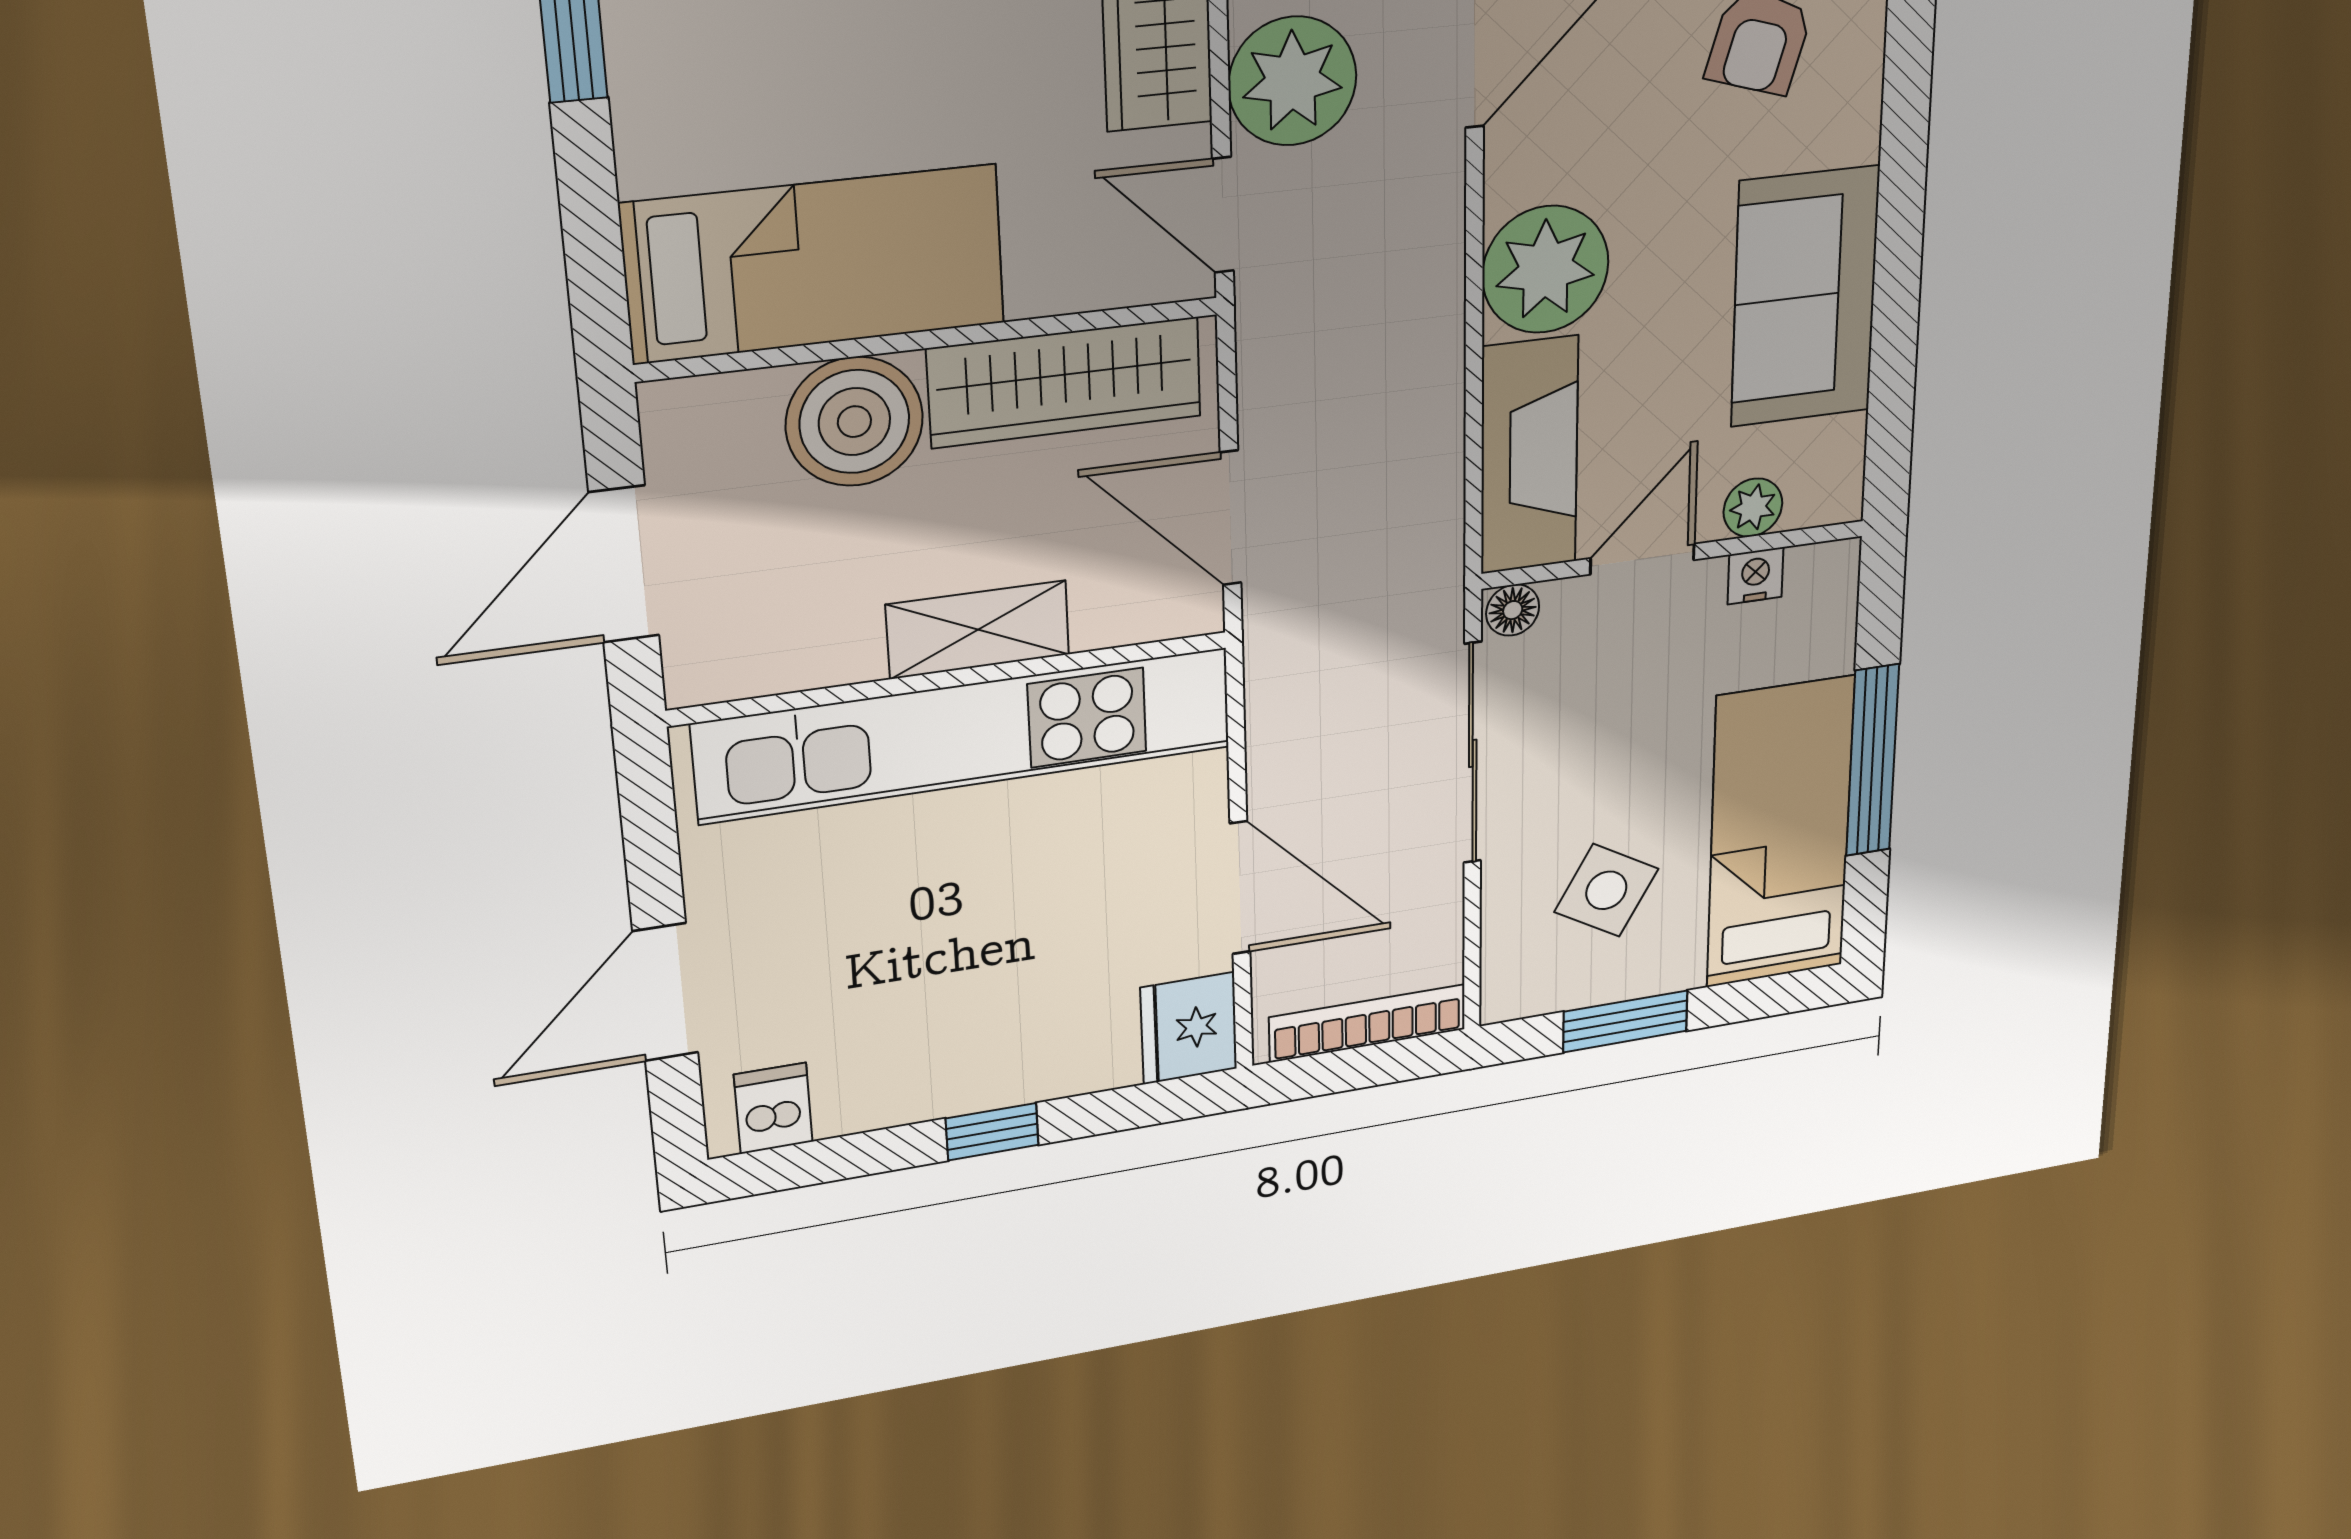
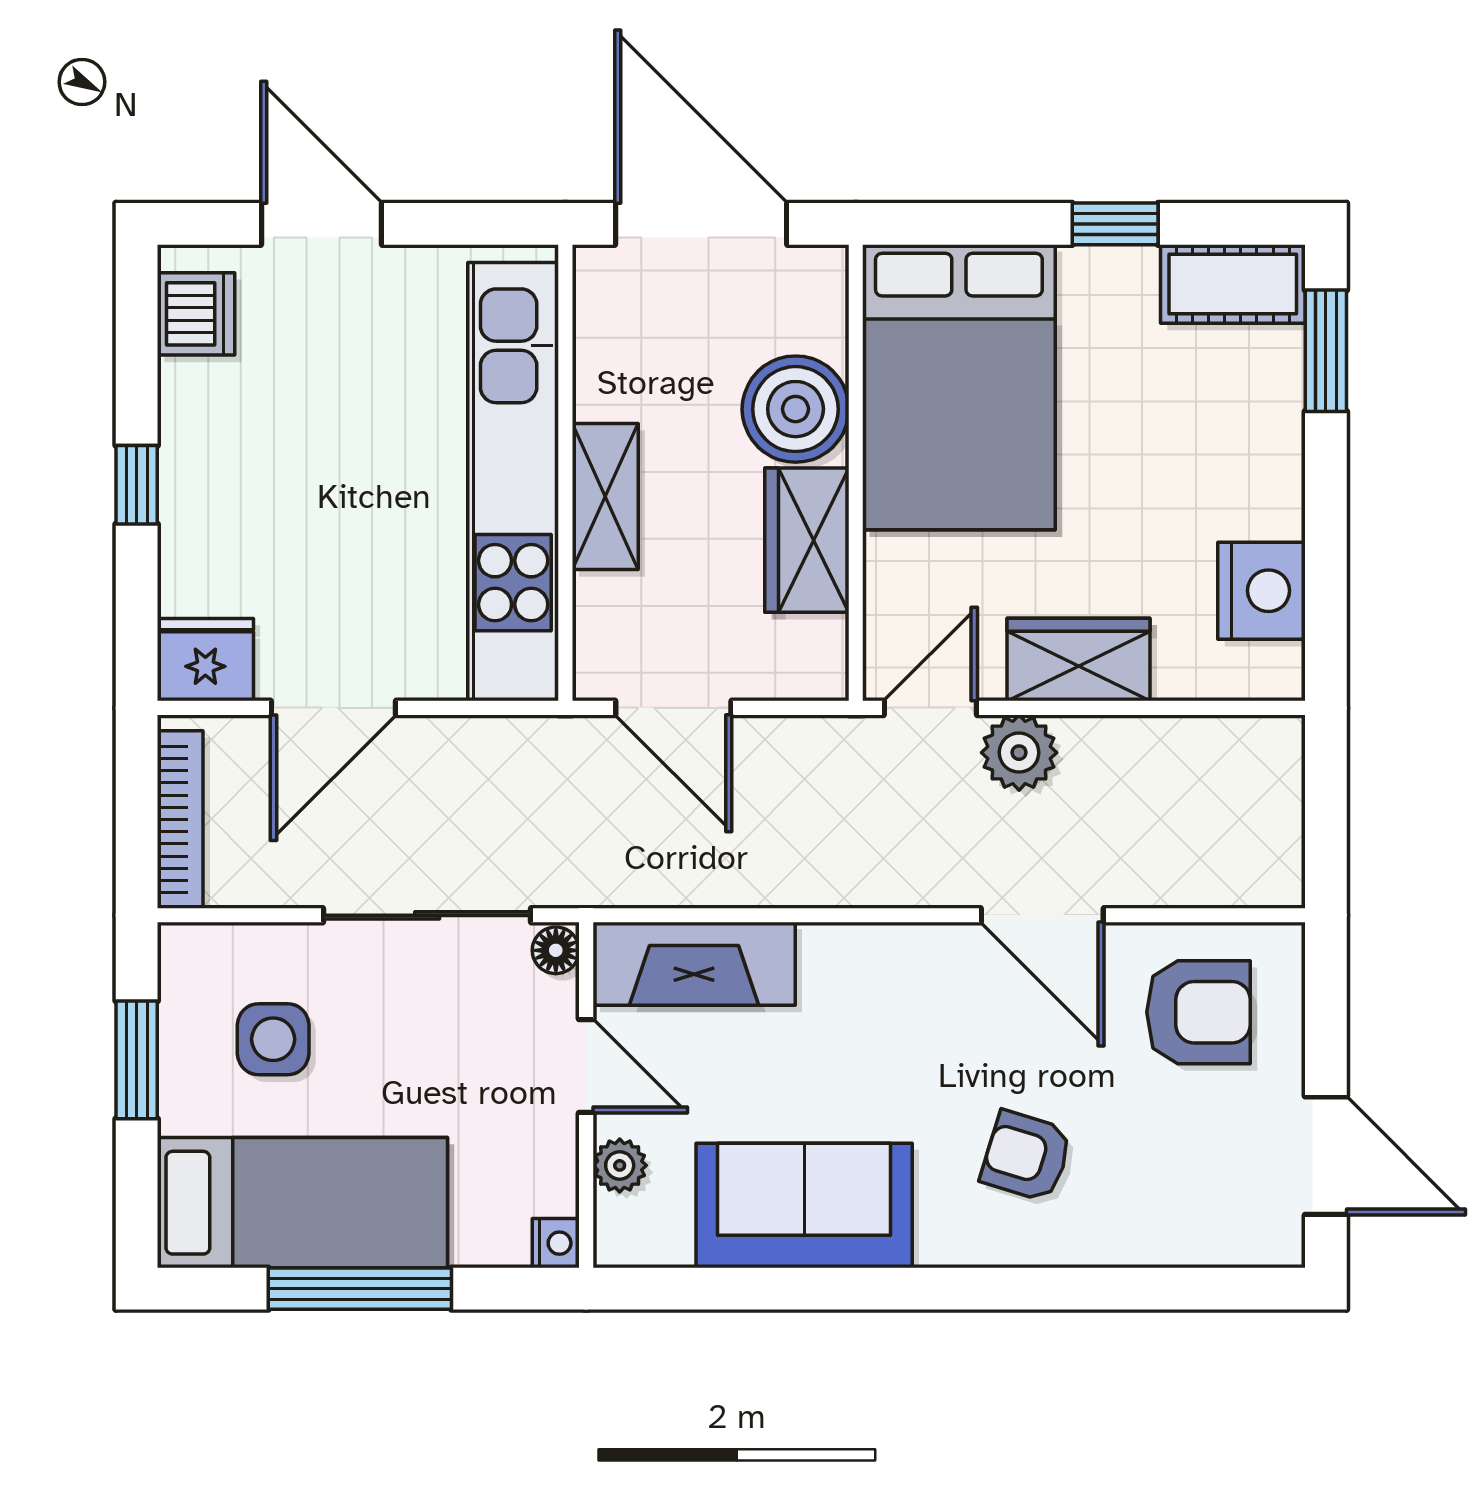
plant: (1292, 81) -> (1019, 753), width x0.73, depth x0.73
bed: (815, 264) -> (959, 387), width x1.50
plant: (1546, 269) -> (855, 976), removed
wardrobe: (1065, 383) -> (807, 540), width x0.67
door: (1231, 518) -> (673, 708), swing flipped
door: (624, 564) -> (701, 224), width x1.36
nightstand: (1755, 576) -> (556, 1243), moved
side table: (1606, 890) -> (273, 1039), turned -30
dishwasher: (773, 1108) -> (196, 314), width x1.38

